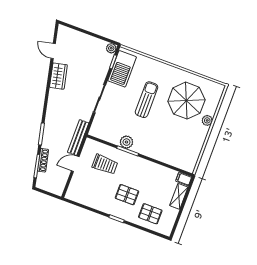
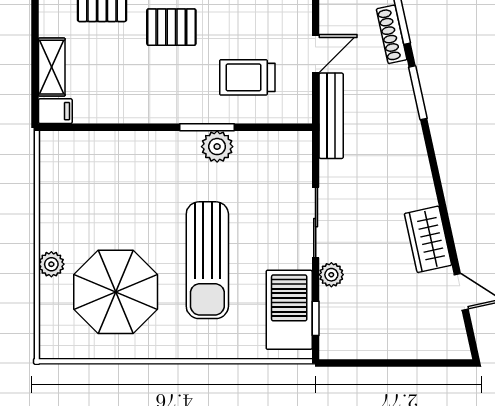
plant: (111, 48) -> (331, 275), moved
sun lounger: (147, 100) -> (207, 260), width x1.36, depth x1.34

